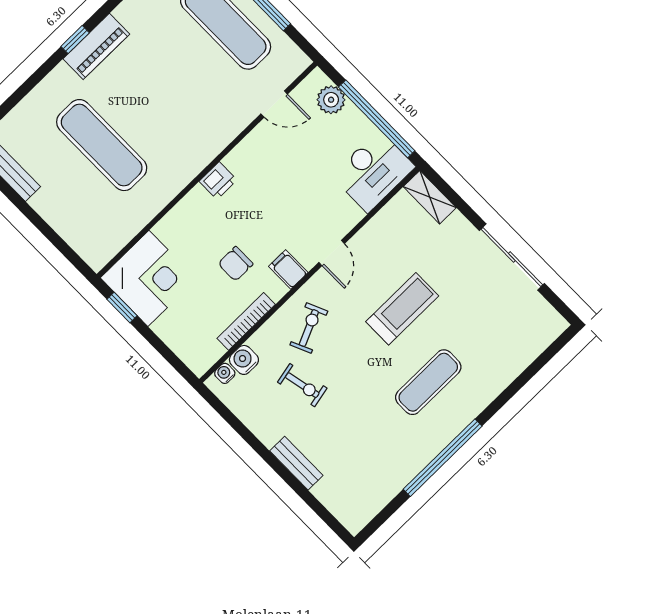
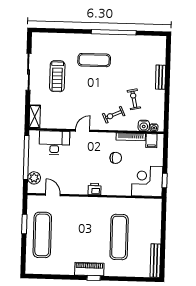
desk: (373, 171) -> (54, 143), moved
filing cabinet: (288, 269) -> (151, 141), moved
treadmill: (402, 309) -> (57, 76), moved, turned -90

